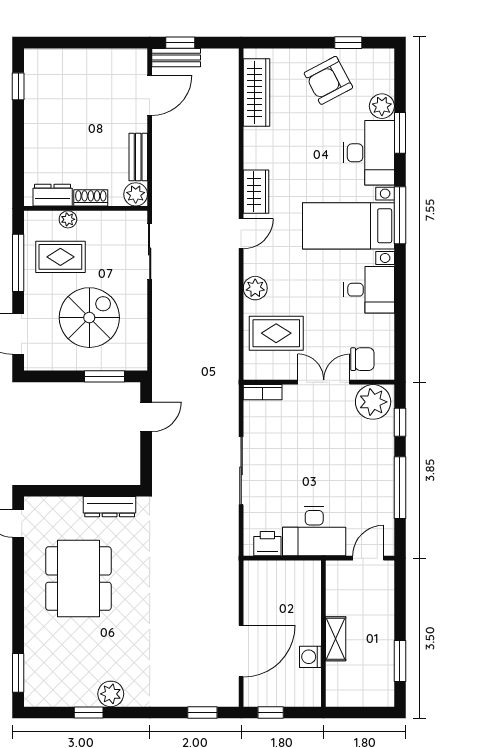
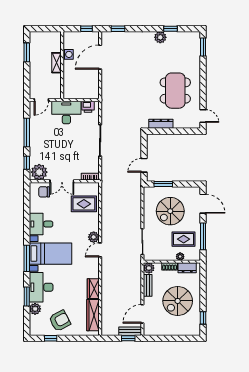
spiral stairs: (73, 123) -> (178, 301), added
wardrobe: (256, 192) -> (93, 289), moved
plant: (255, 288) -> (94, 237), moved

